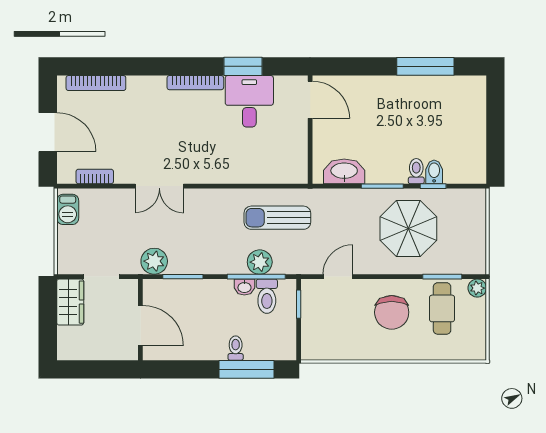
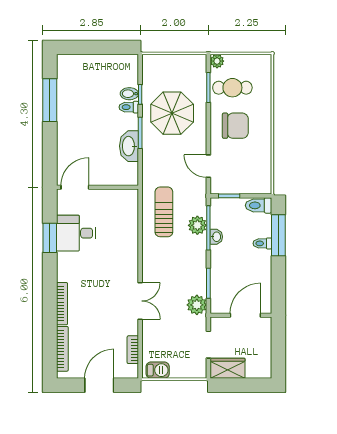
bookcase: (195, 83) -> (62, 304), moved
washbasin: (344, 171) -> (129, 146), moved
sun lounger: (277, 218) -> (164, 212), turned 180
toilet: (267, 296) -> (258, 205), moved, turned 180

